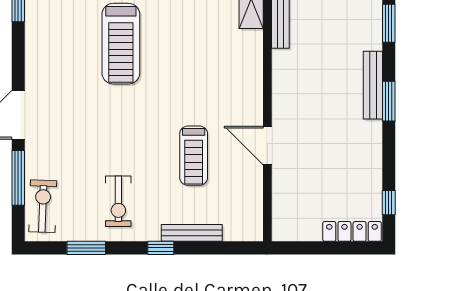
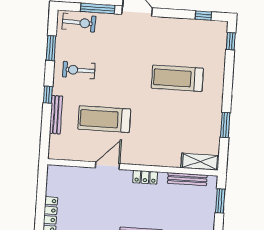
locker: (282, 84) -> (145, 177), added
treadmill: (194, 156) -> (104, 119), width x1.37, depth x1.38

